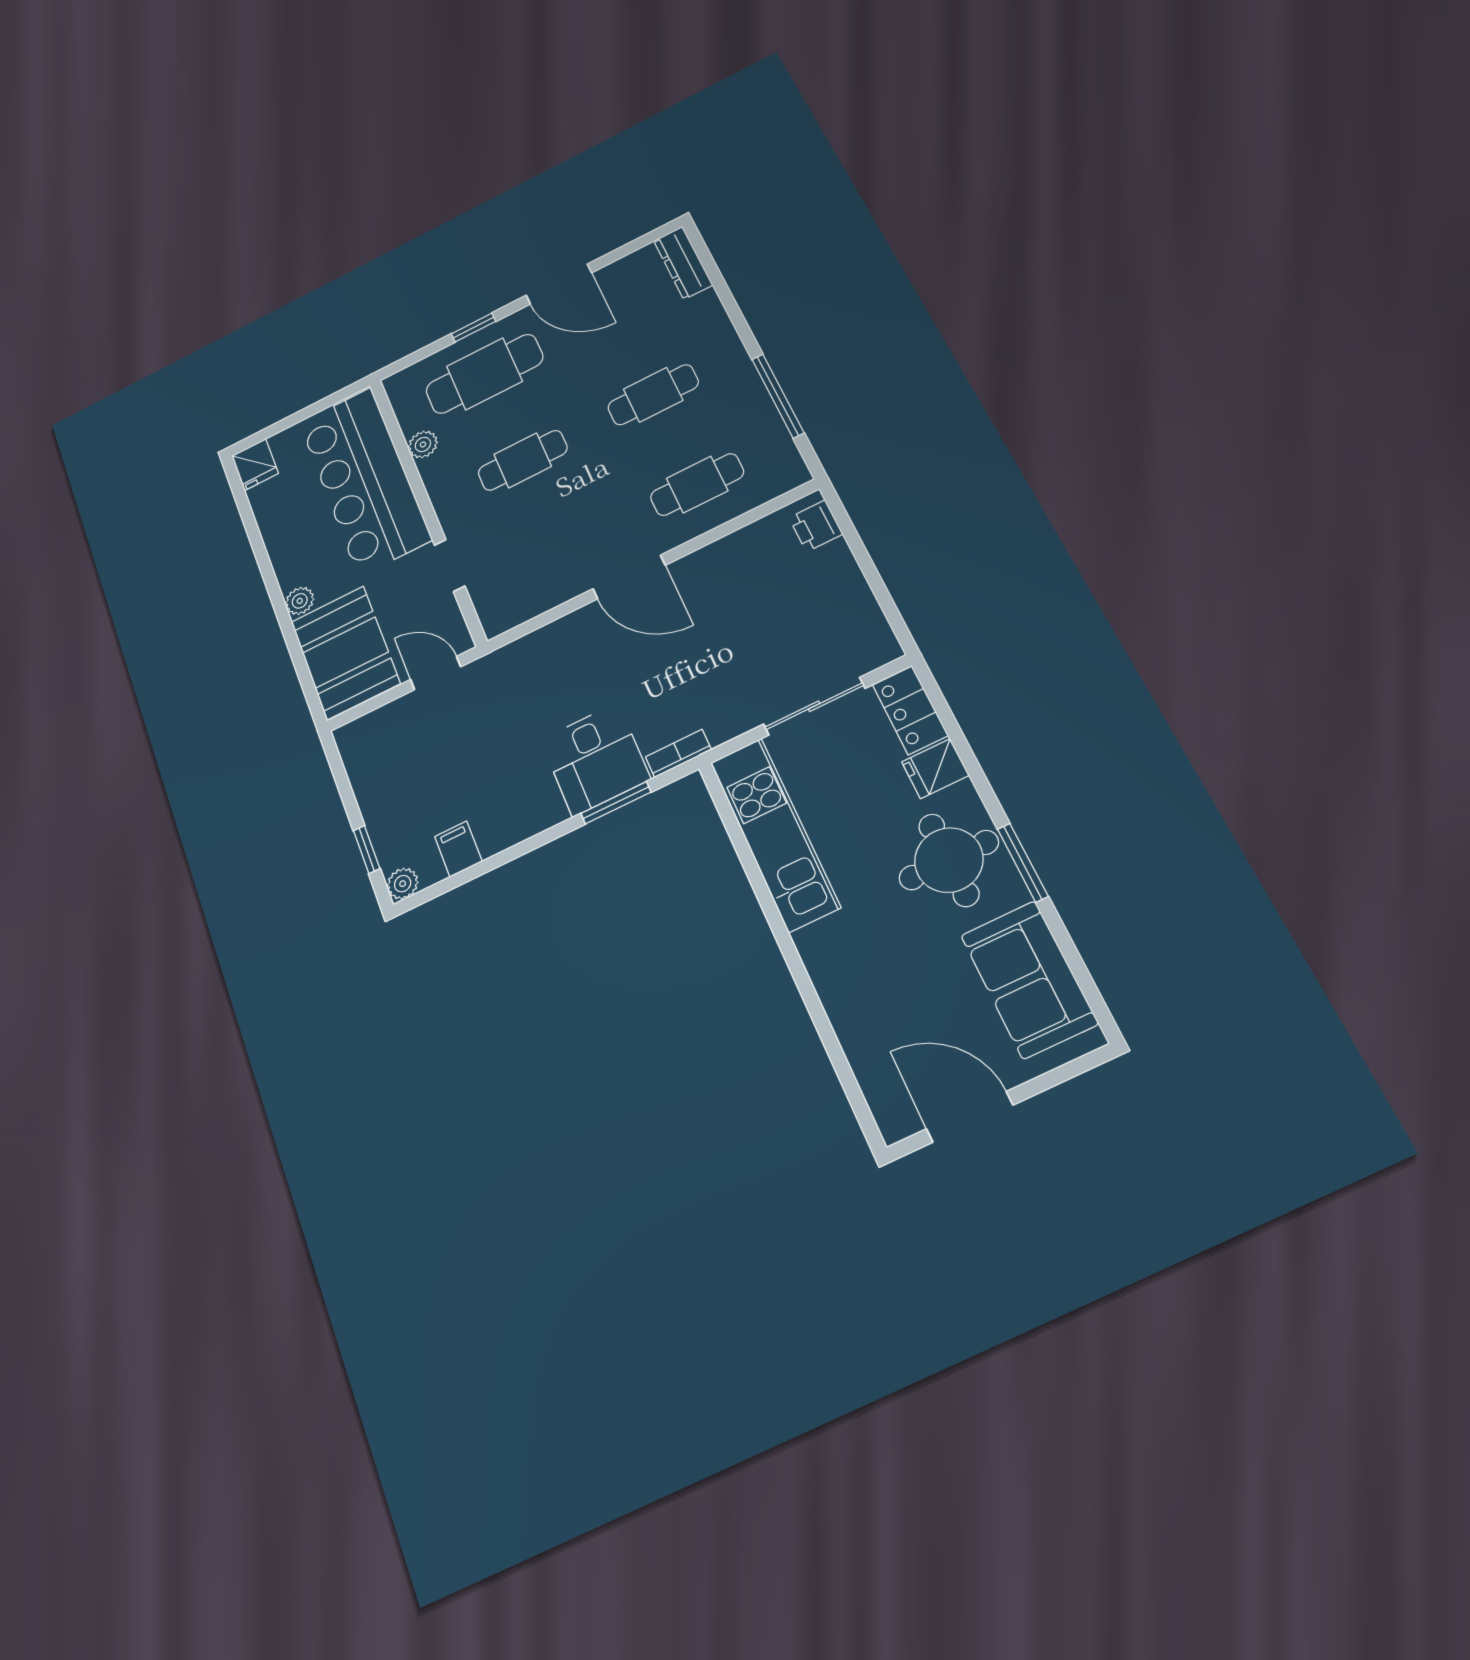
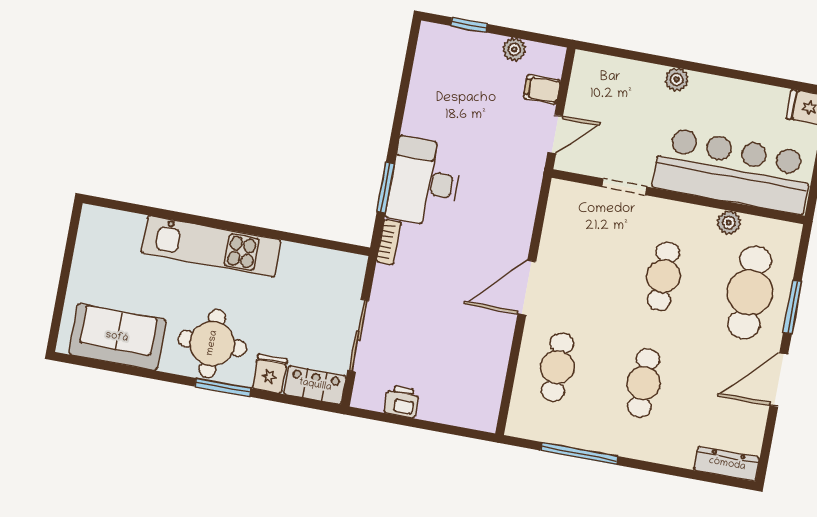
window: (474, 328) -> (792, 307), width x1.50
printer: (816, 526) -> (402, 402), moved
booth: (345, 652) -> (615, 87), removed
desk: (595, 759) -> (424, 182), width x1.37
kitchen unit: (775, 834) -> (211, 246), moved
filing cabinet: (458, 849) -> (542, 89), moved, turned 180
window: (1023, 863) -> (223, 387), moved
plant: (403, 884) -> (514, 49), moved
door: (970, 1117) -> (68, 256), removed

